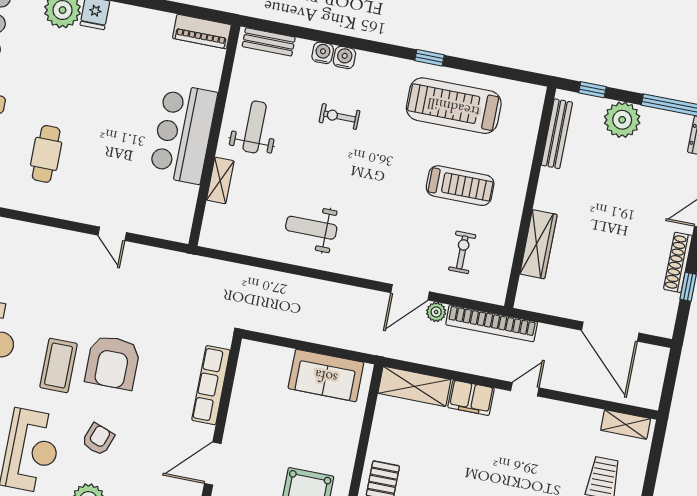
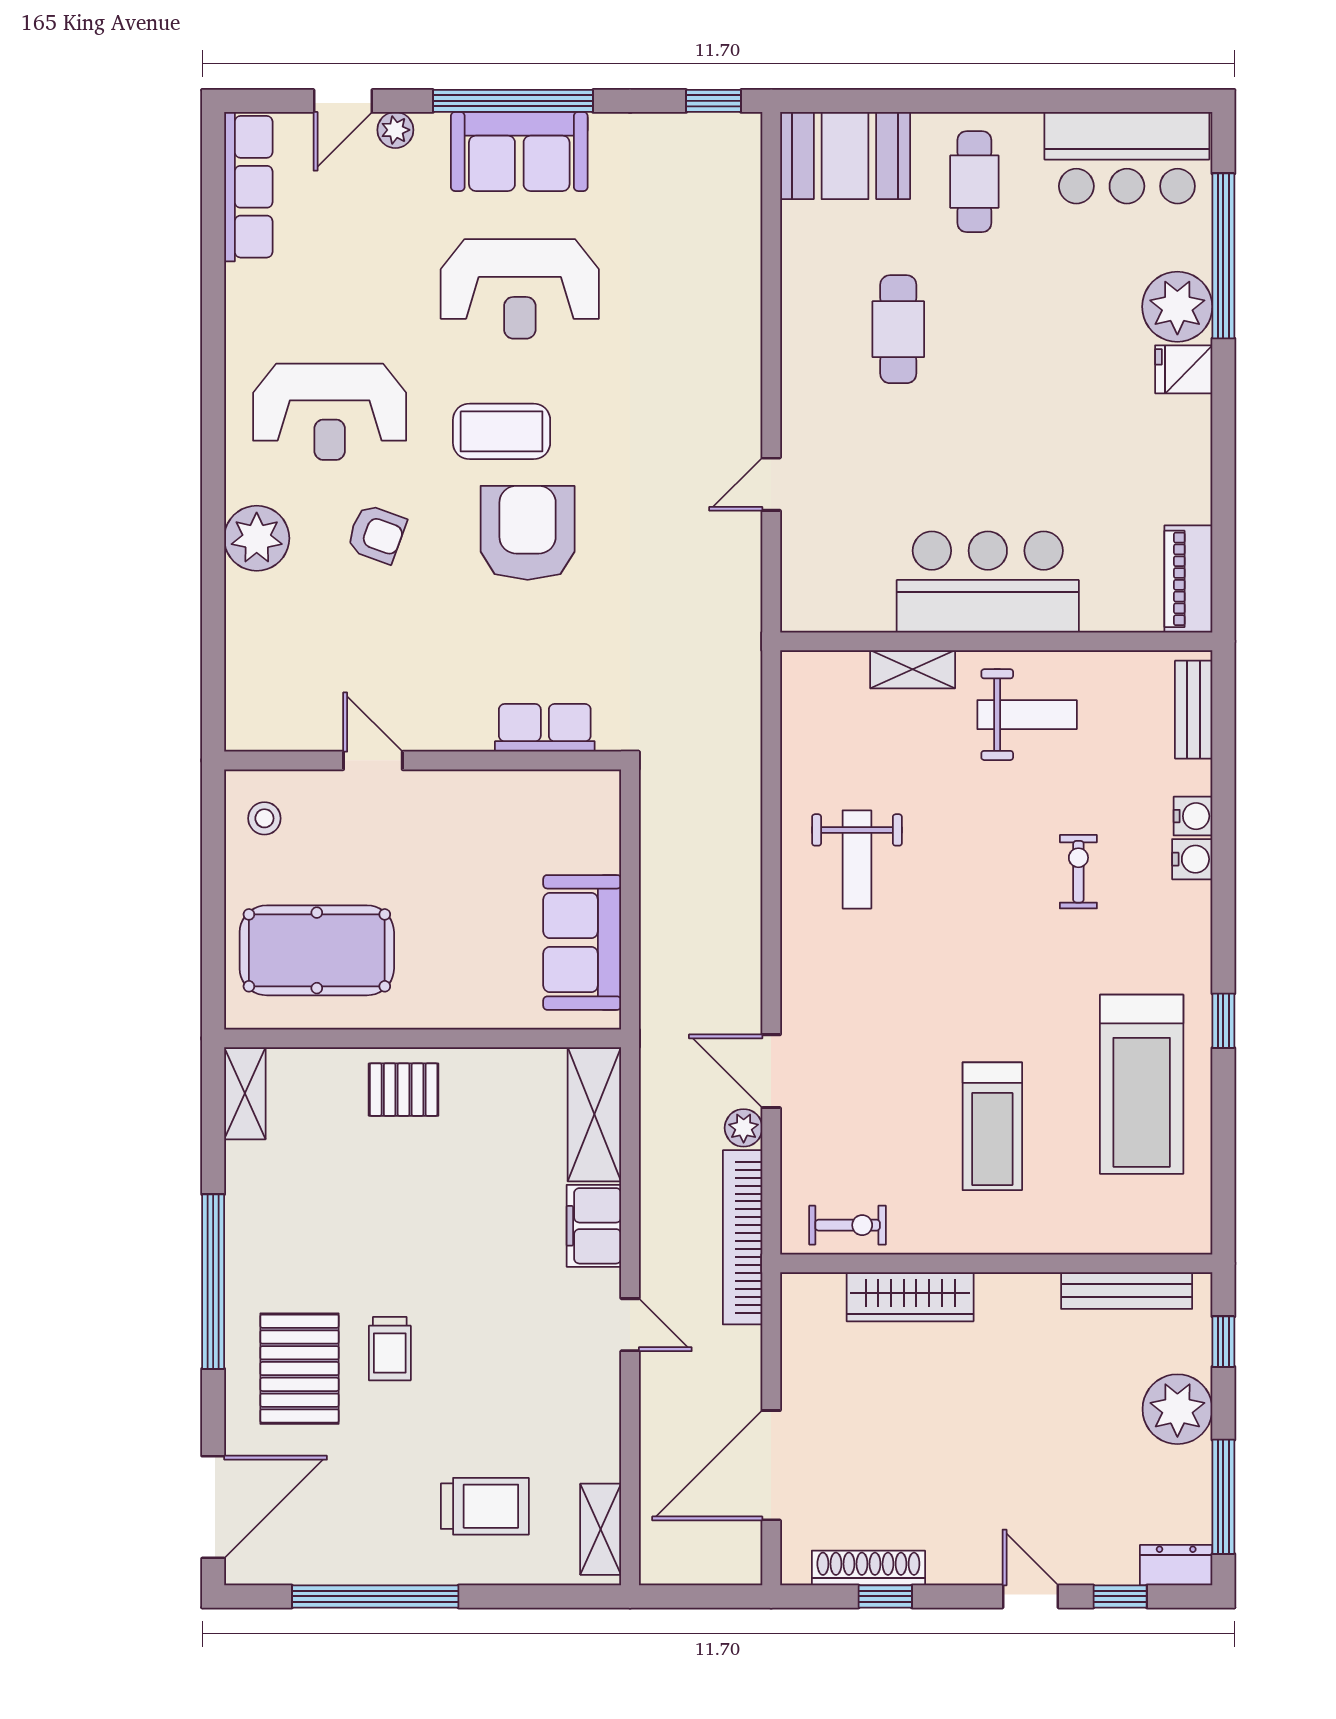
treadmill: (454, 106) -> (1142, 1084), turned 180
cafe table: (46, 154) -> (898, 329), turned 90
weight bench: (311, 228) -> (857, 859), turned 180
exercise bike: (462, 252) -> (848, 1225), moved
shoe rack: (678, 262) -> (868, 1568), moved
armchair: (113, 362) -> (528, 533), turned 90
row of seats: (211, 385) -> (545, 728), width x0.68
door: (213, 464) -> (373, 760), width x0.73

